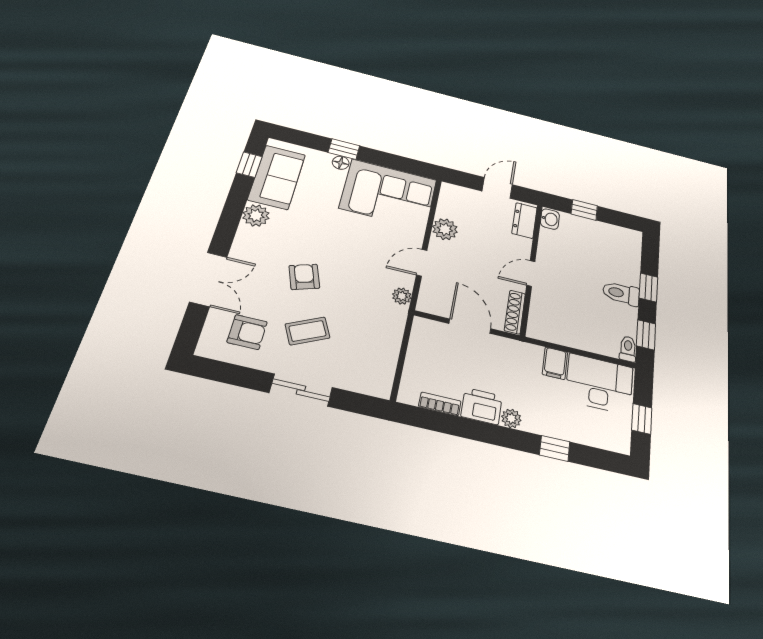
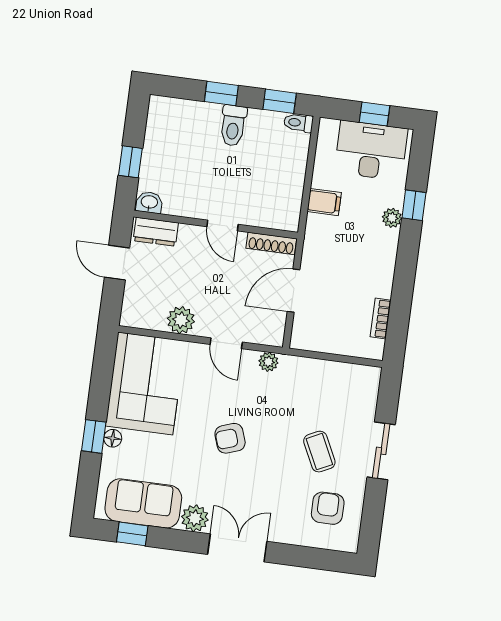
armchair: (304, 277) -> (230, 438), moved
double door: (208, 279) -> (237, 548), moved
desk: (599, 384) -> (371, 151), moved, turned 90
printer: (482, 406) -> (379, 277), removed
plant: (511, 418) -> (392, 218), moved

